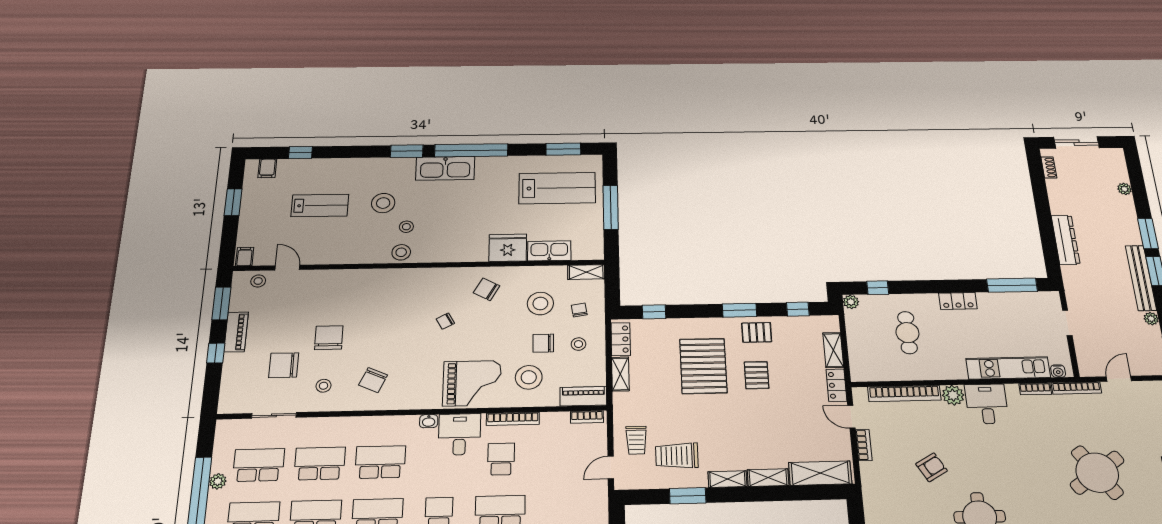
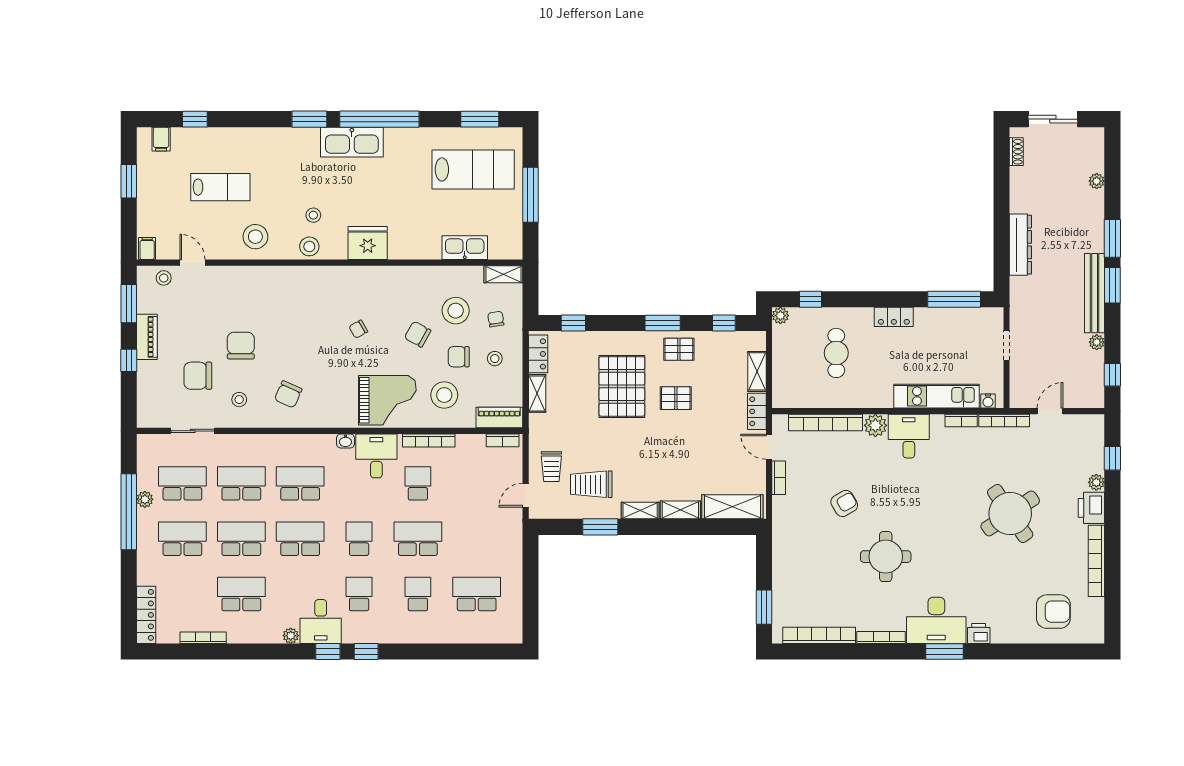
stool: (383, 203) -> (255, 237), moved
fridge: (508, 248) -> (368, 243), moved
chair: (487, 289) -> (418, 334), moved
pallet: (757, 375) -> (676, 398), turned 90

